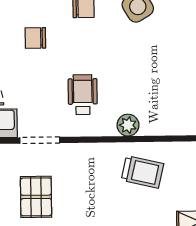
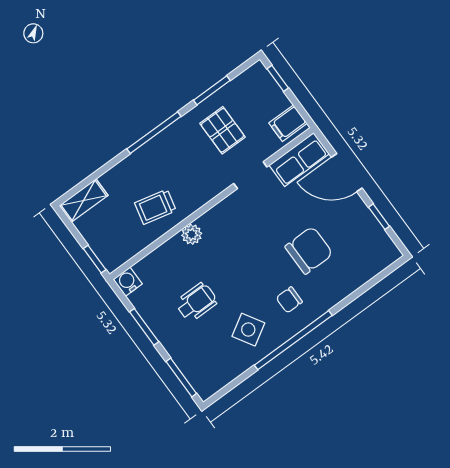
chair: (35, 38) -> (309, 250), width x1.87, depth x1.87
wheelchair: (83, 95) -> (196, 302), moved, turned -90

